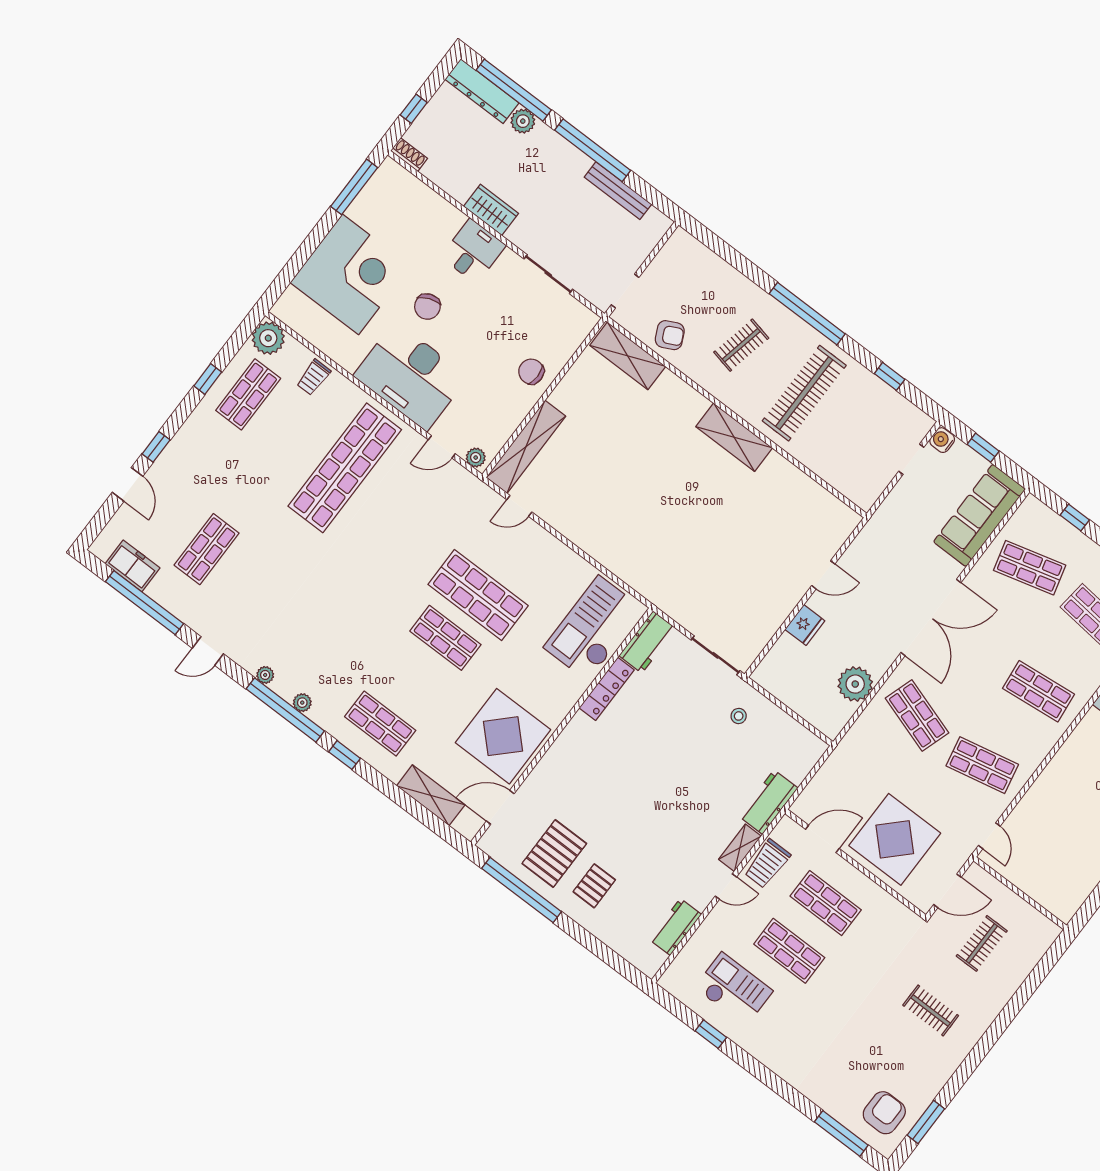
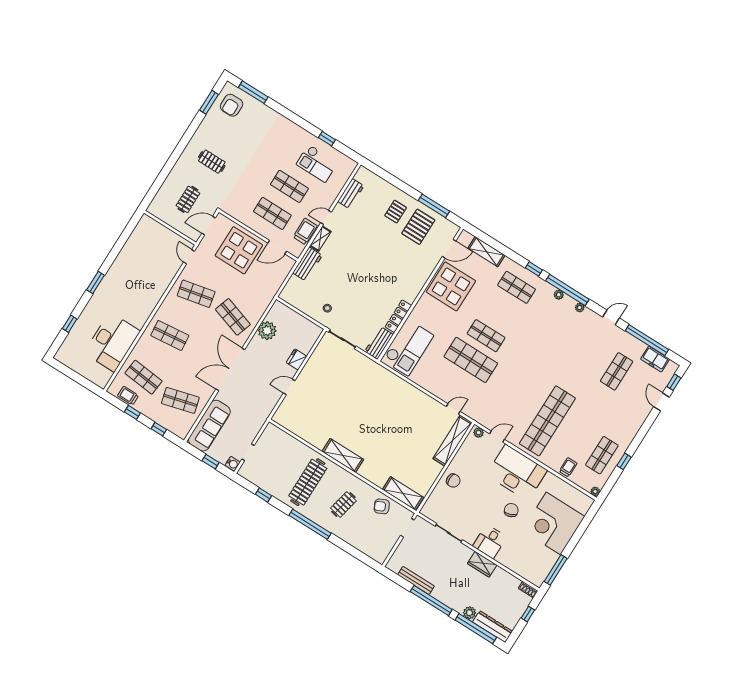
plant: (268, 338) -> (595, 491), width x0.53, depth x0.53
window: (156, 447) -> (674, 382), moved
window: (522, 890) -> (434, 206), width x0.68

